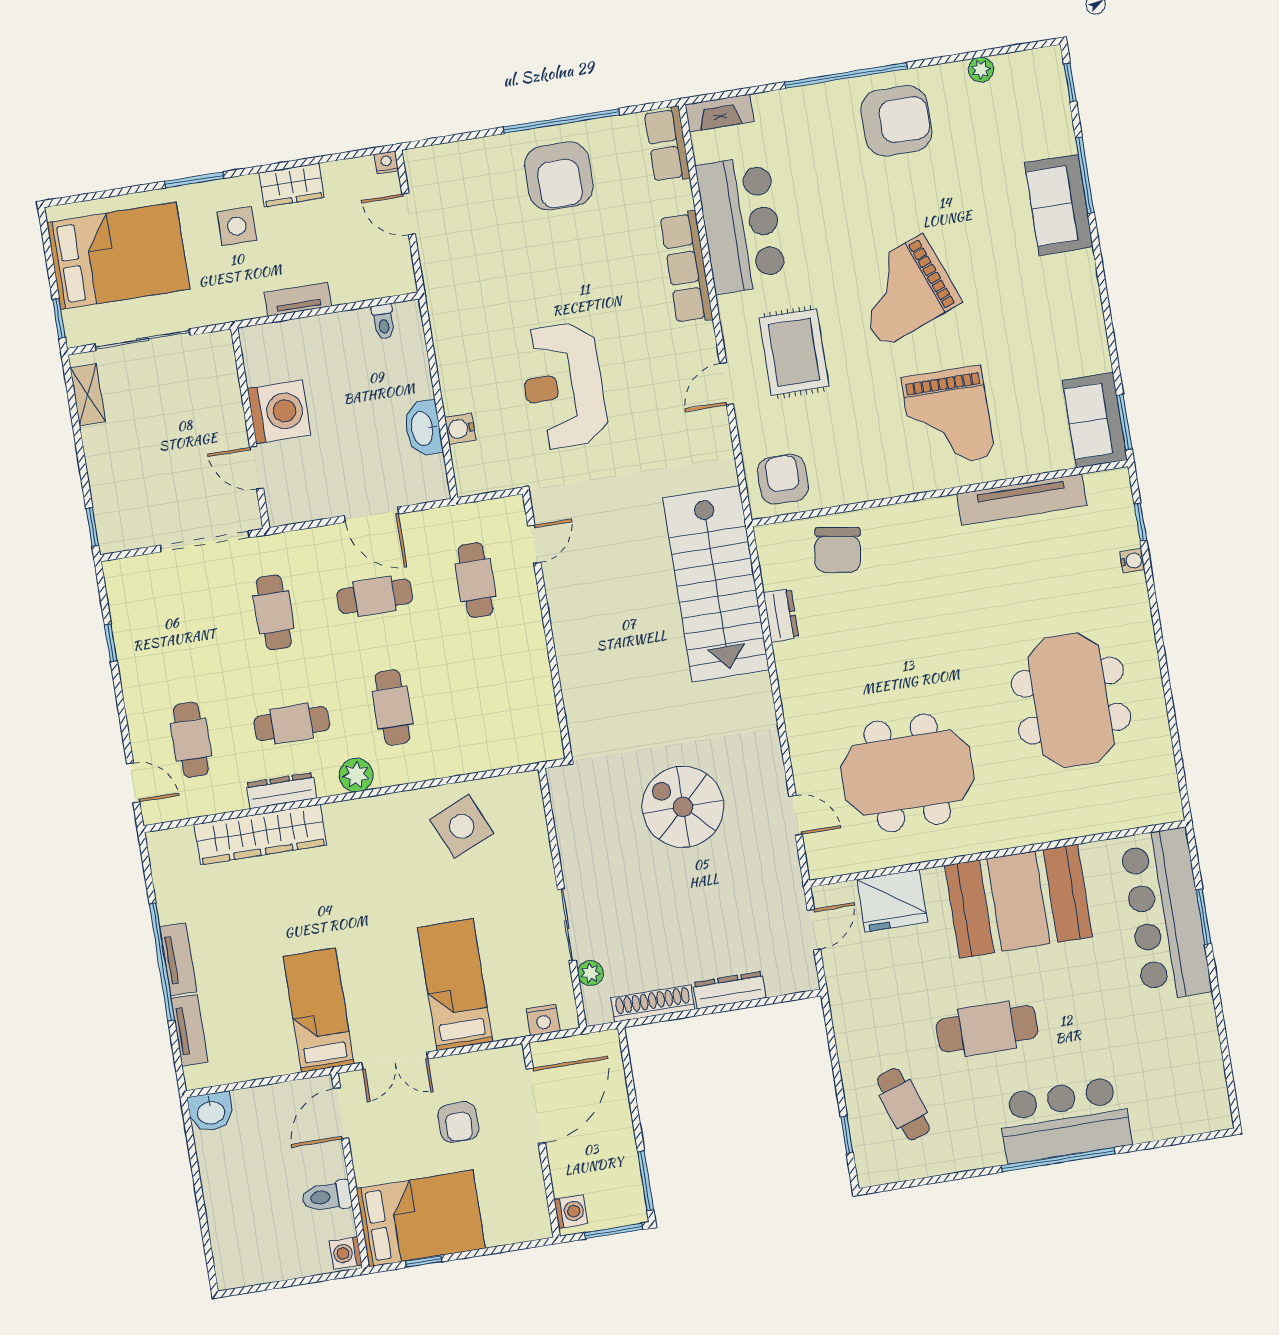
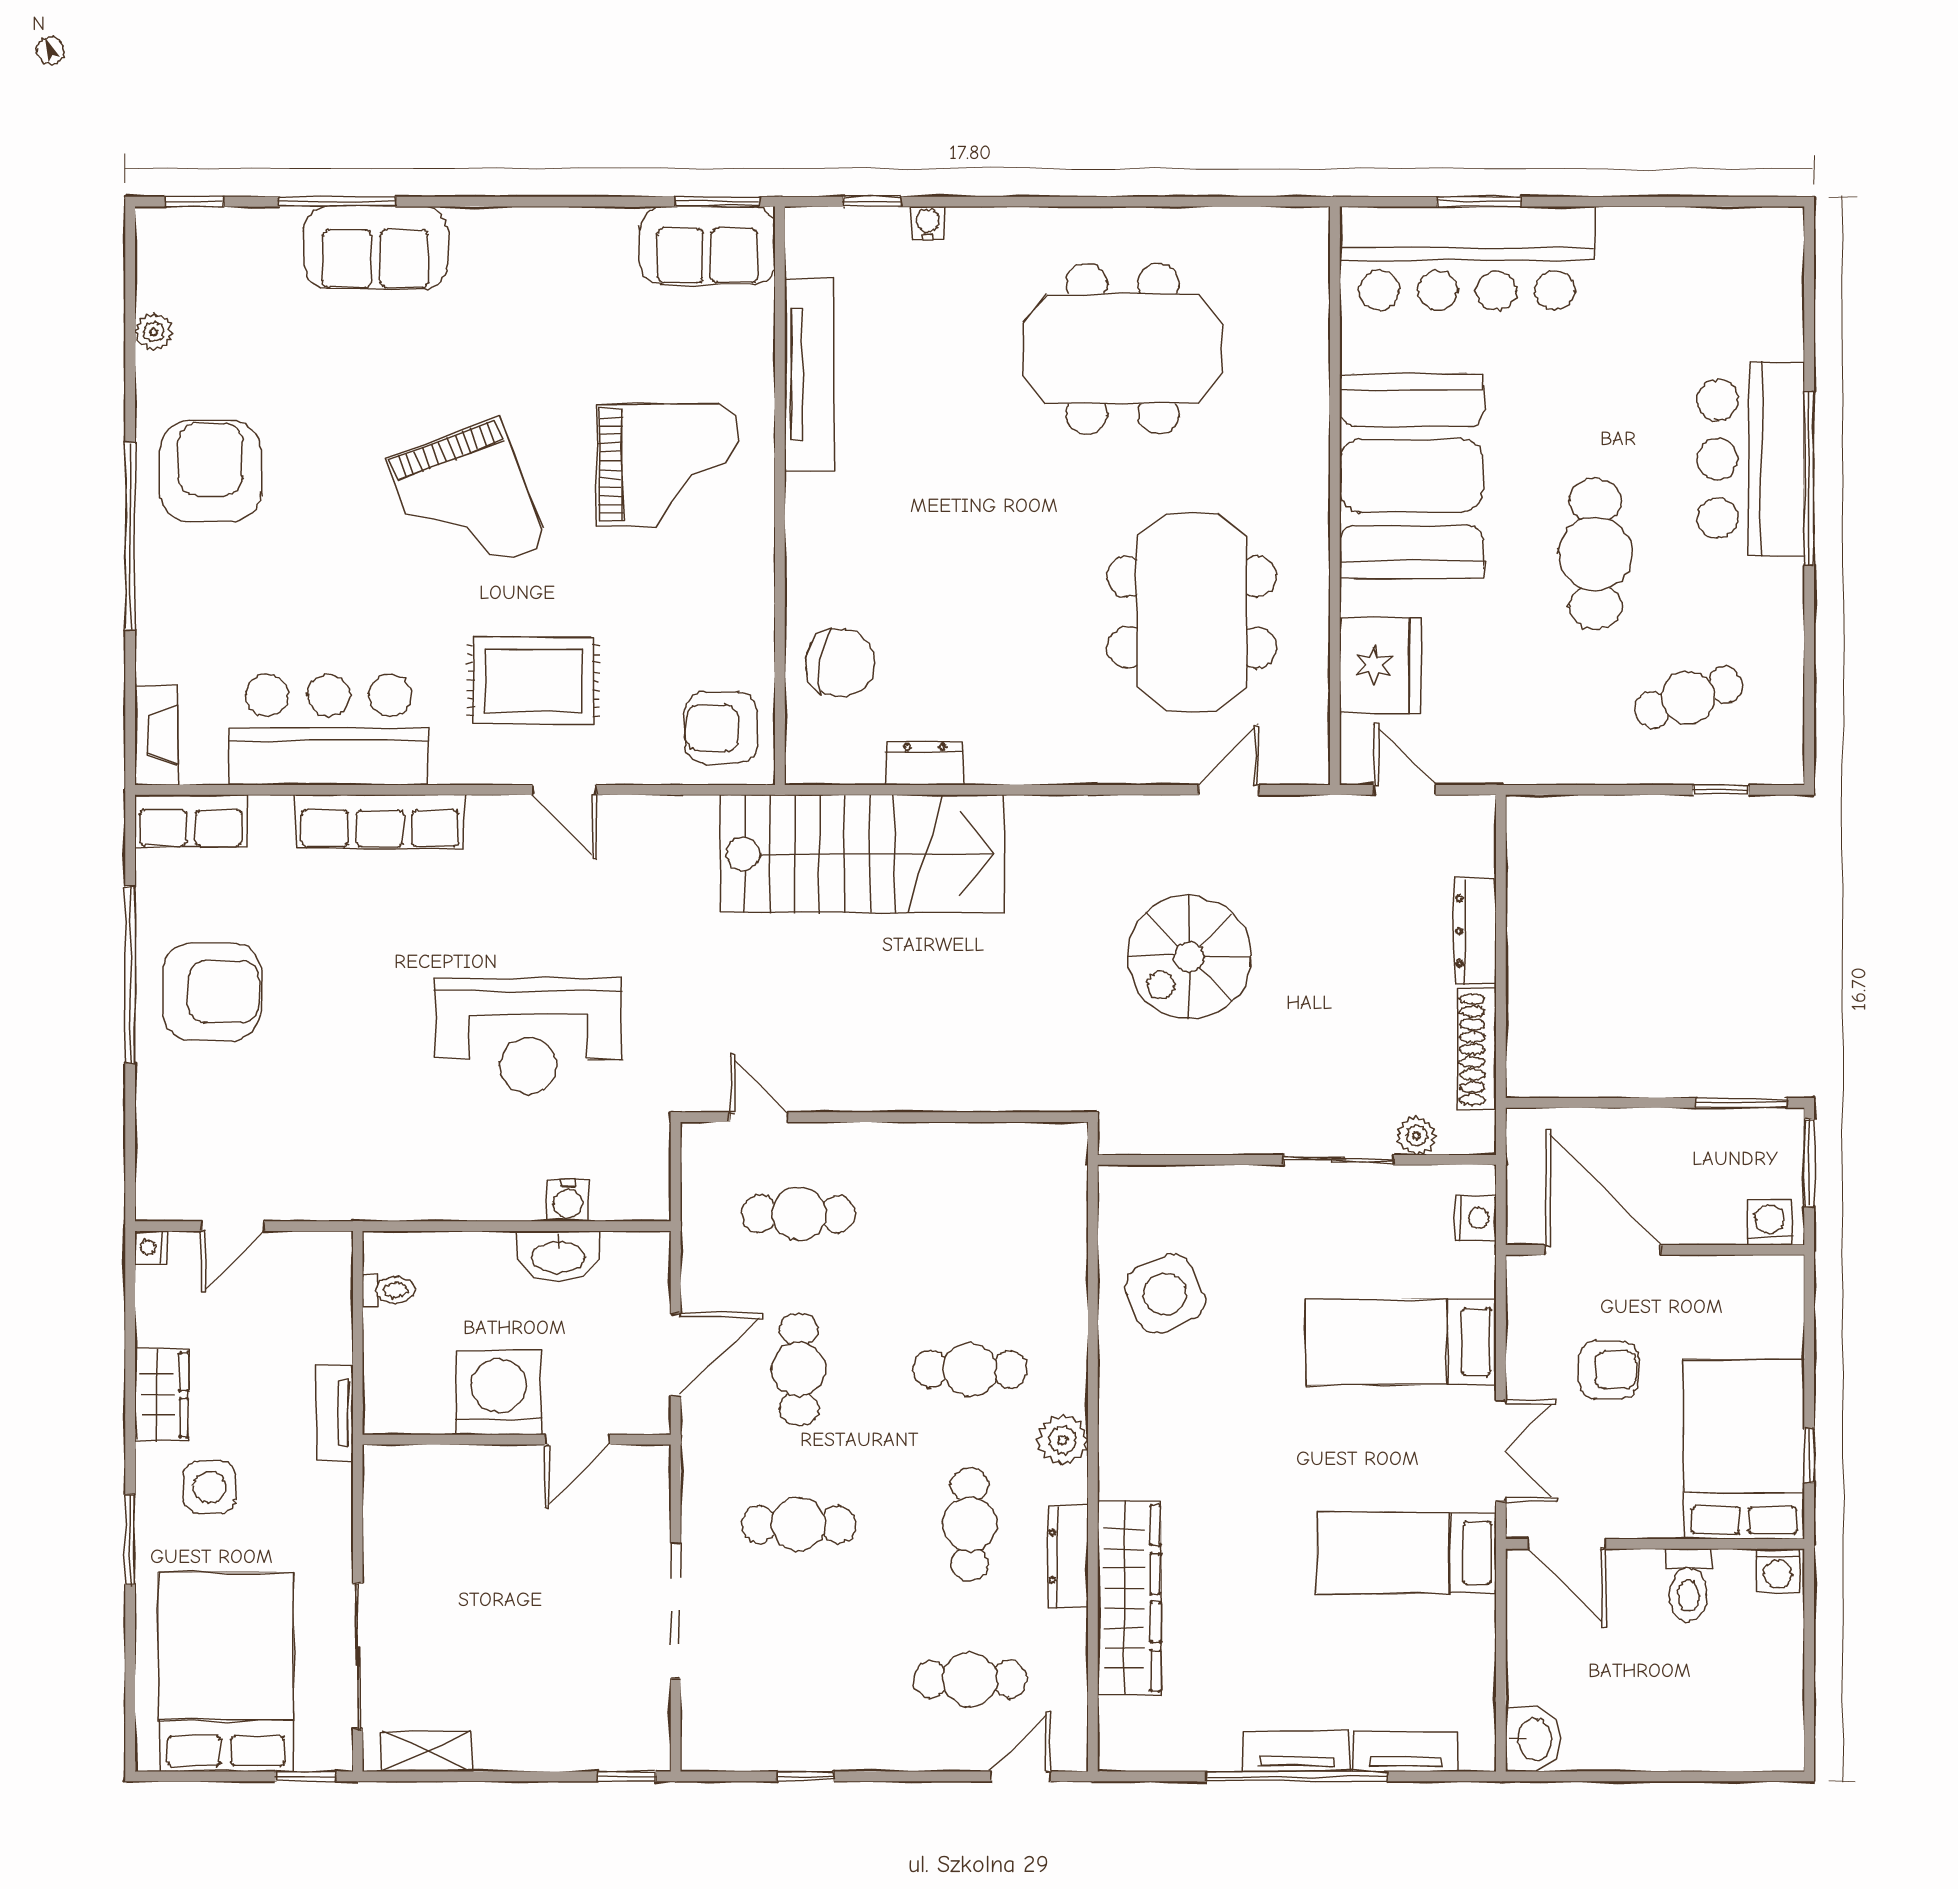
washing machine: (279, 412) -> (499, 1393), moved
wall: (250, 428) -> (517, 1440), moved
door: (257, 468) -> (577, 1440), moved

